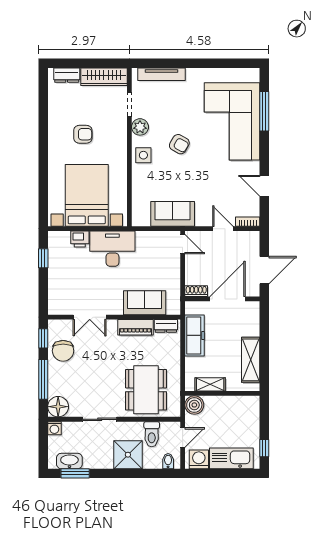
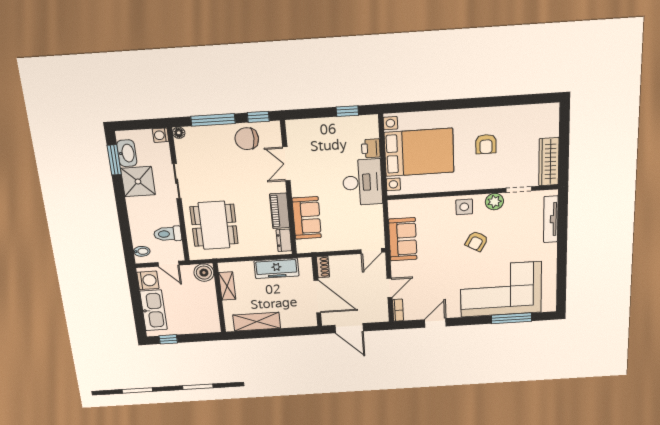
dresser: (67, 75) -> (551, 123), removed
dining table: (146, 390) -> (214, 225), turned 90
floor lamp: (58, 407) -> (179, 133), width x0.53, depth x0.53
shower: (128, 455) -> (138, 182), moved

